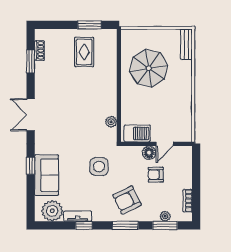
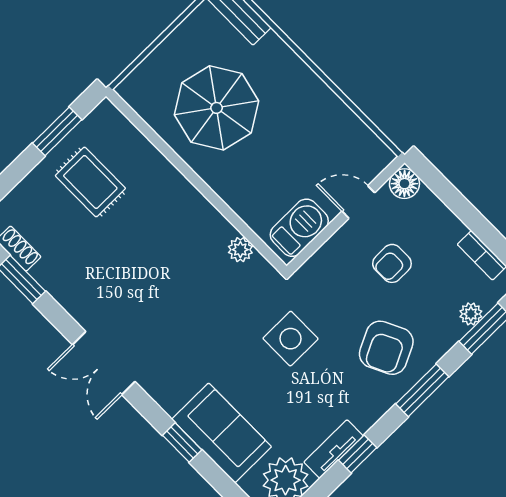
door: (165, 144) -> (358, 202), swing flipped
floor lamp: (149, 153) -> (404, 184), moved

